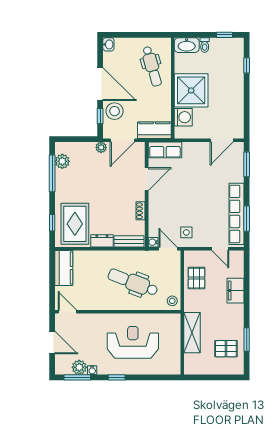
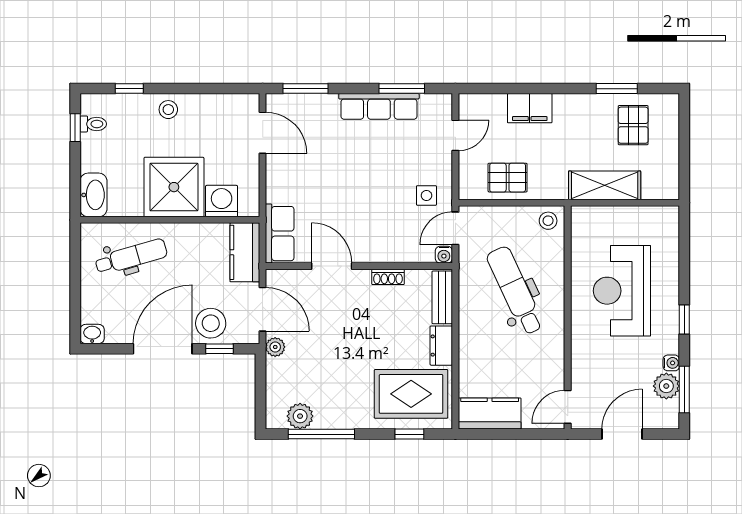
toilet: (205, 45) -> (93, 124), moved
stool: (235, 87) -> (168, 110), added
row of seats: (236, 214) -> (379, 106), width x0.73
dental chair: (133, 282) -> (515, 291), turned 134

